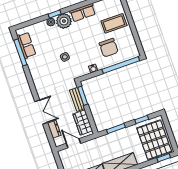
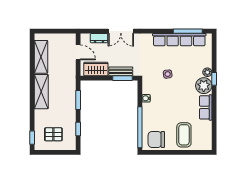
row of seats: (26, 45) -> (179, 40), width x2.02
chair: (109, 48) -> (156, 139), moved
pallet: (154, 140) -> (53, 134), width x0.49, depth x0.50
door: (73, 143) -> (78, 52), hinge flipped

